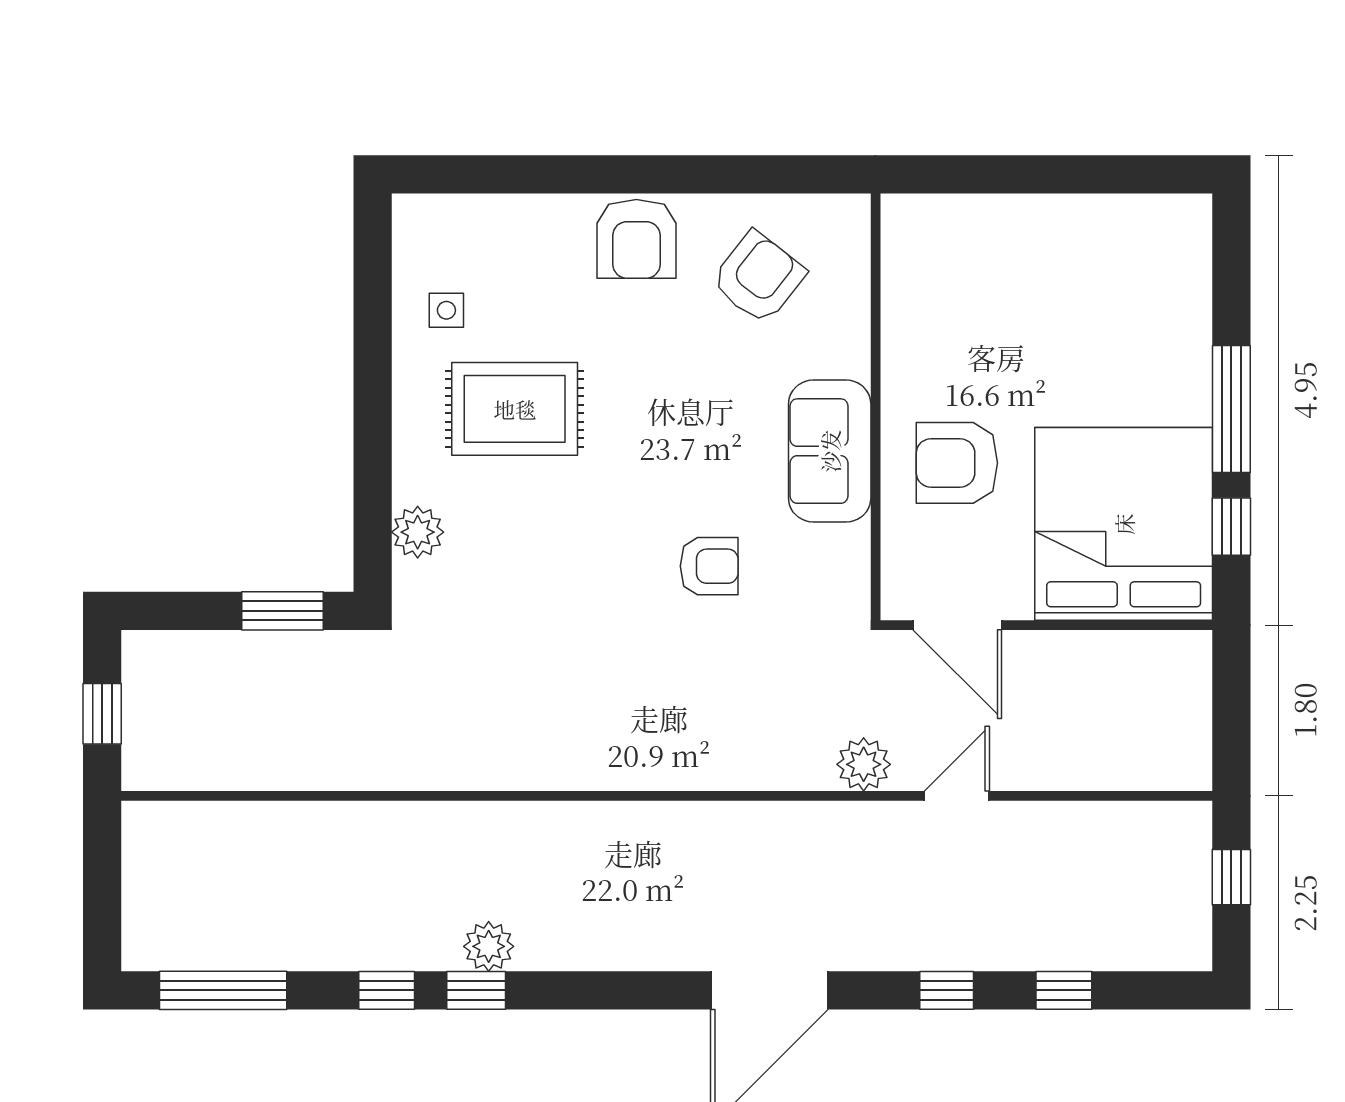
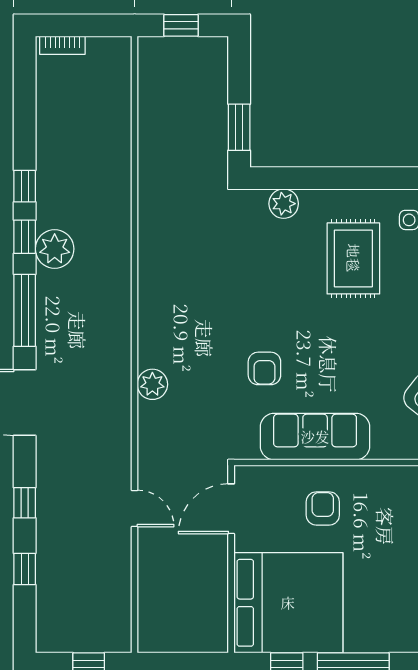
sofa: (830, 451) -> (315, 437), width x1.36
armchair: (957, 463) -> (323, 508), width x0.72, depth x0.72
plant: (864, 764) -> (152, 384), moved
bookcase: (137, 924) -> (62, 45), added
plant: (489, 946) -> (55, 249), width x1.36, depth x1.36
window: (223, 990) -> (25, 310), moved

